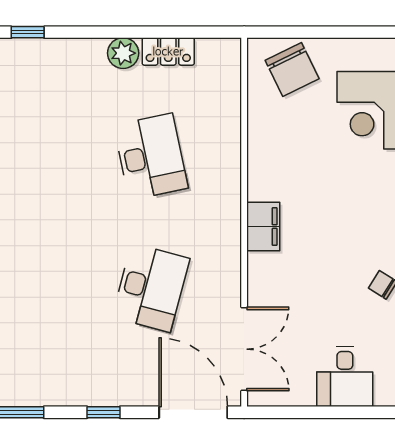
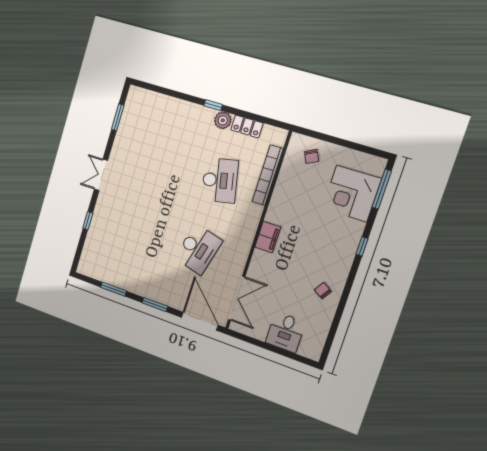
window: (28, 32) -> (213, 105), moved
chair: (292, 70) -> (312, 156), width x0.54, depth x0.54
bookcase: (230, 123) -> (268, 175), added
window: (103, 412) -> (155, 304), width x1.50

